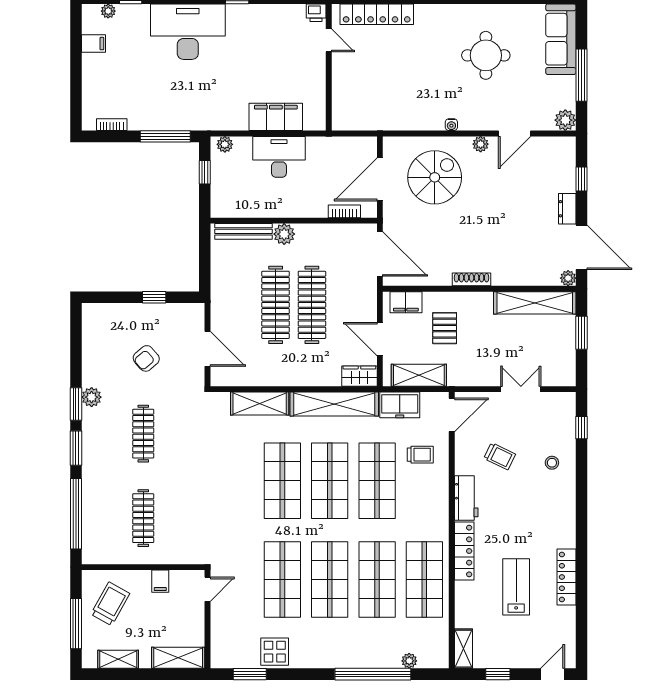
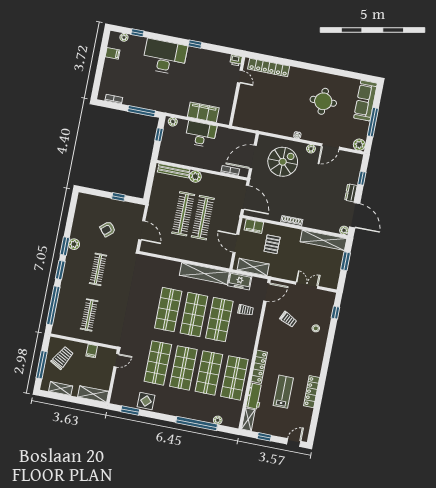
wardrobe: (359, 376) -> (221, 261), removed
shelving: (260, 404) -> (164, 265), removed
workbench: (466, 498) -> (254, 396), moved

